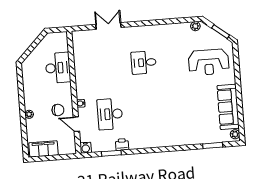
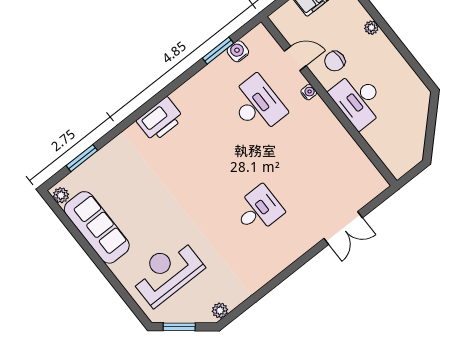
desk: (58, 68) -> (358, 100), moved
printer: (122, 145) -> (160, 119), moved, width x1.87, depth x1.48
water cooler: (86, 148) -> (238, 51), moved

